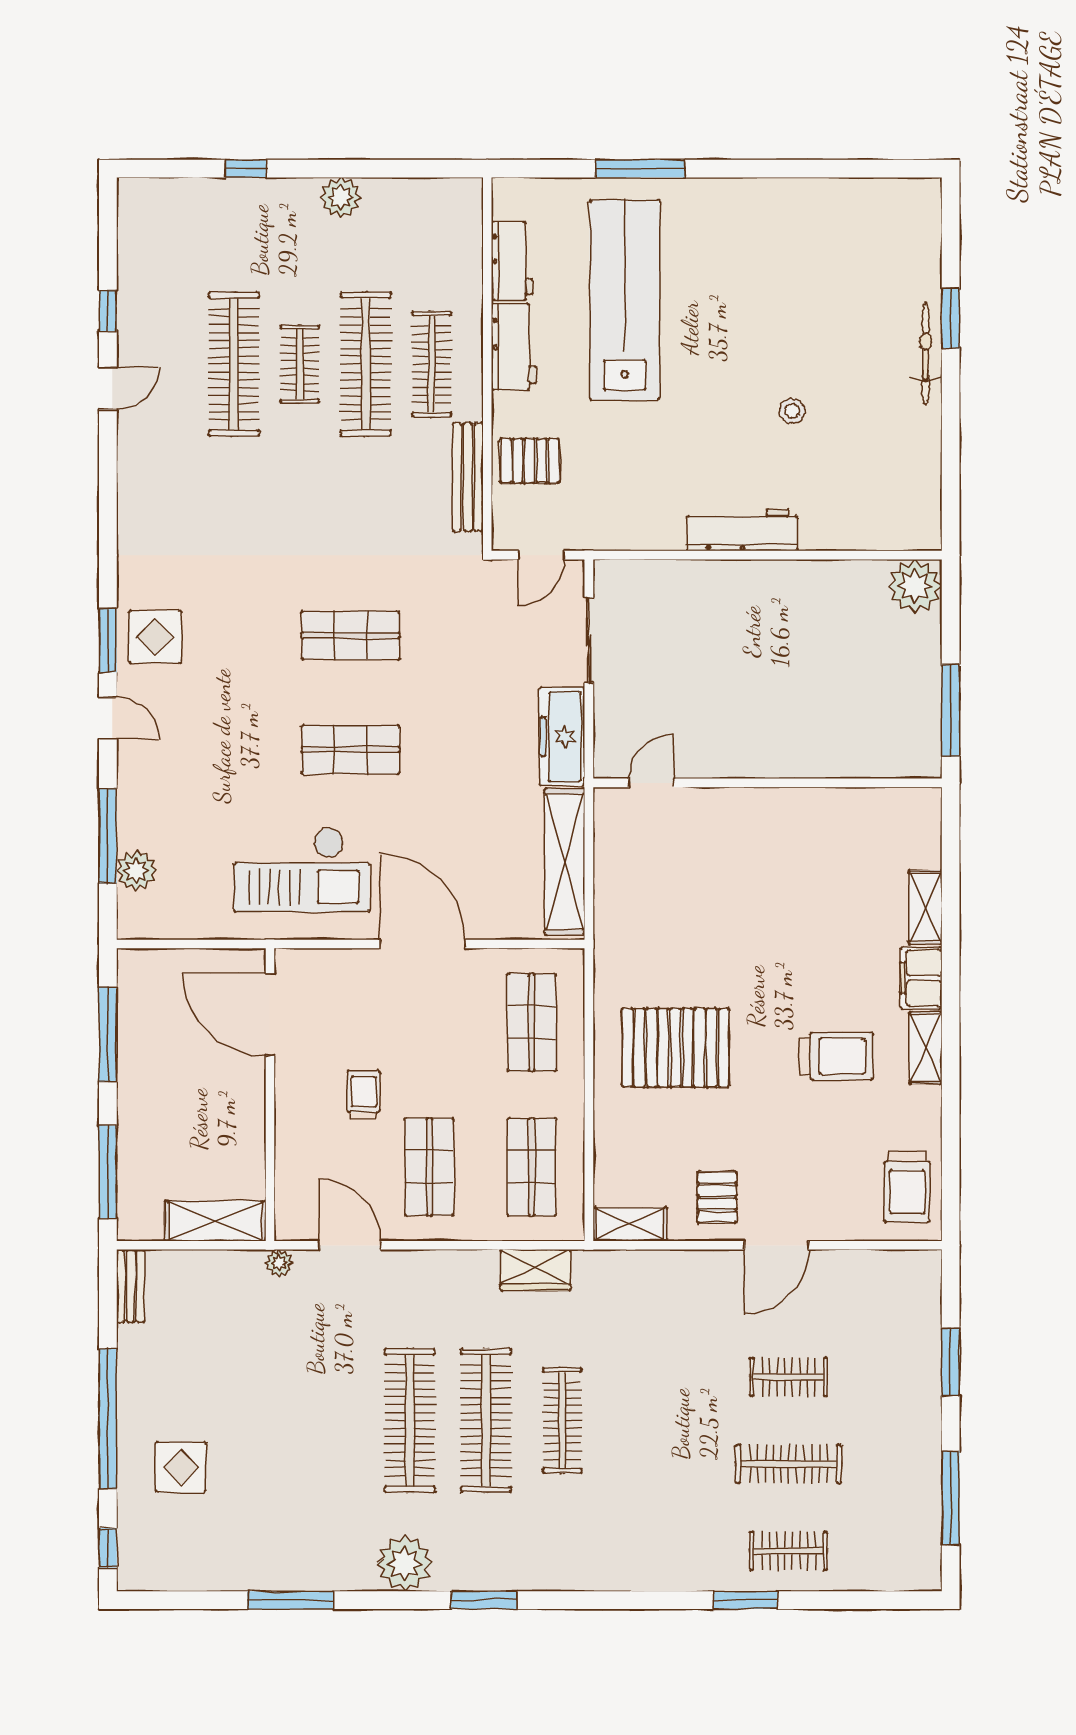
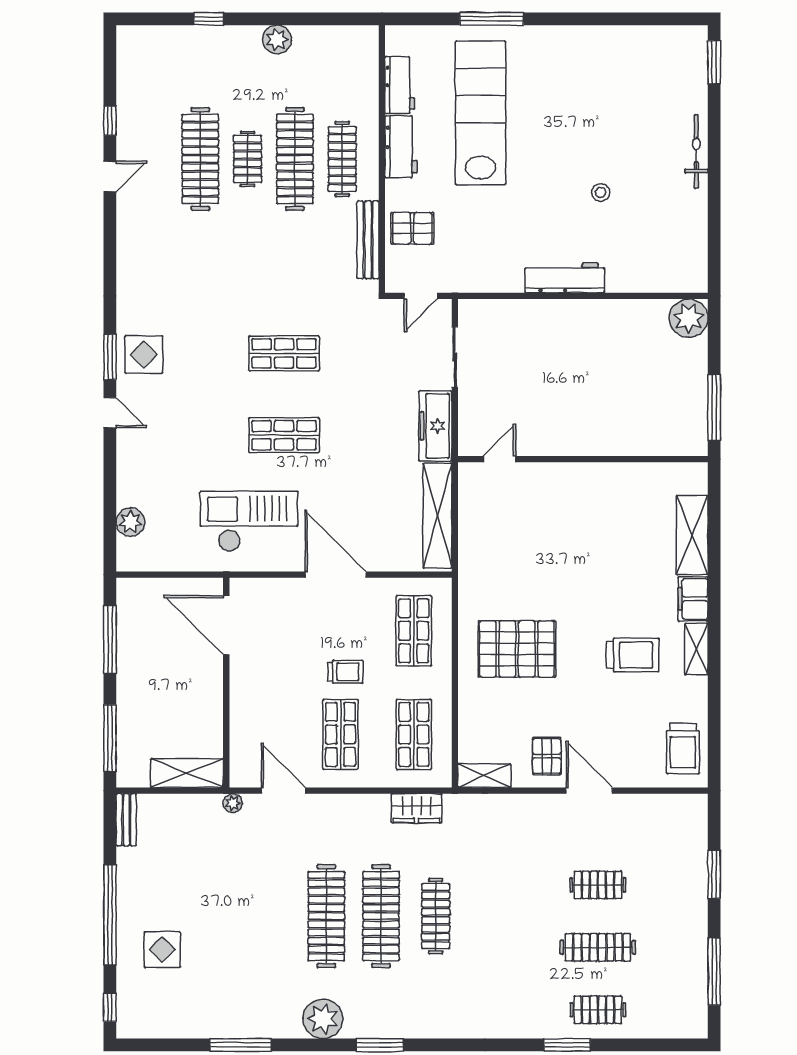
window: (951, 318) -> (714, 62), moved
window: (108, 836) -> (110, 497), removed
checkout: (302, 870) -> (249, 521), turned 180
shelving: (925, 907) -> (692, 535), width x1.50, depth x1.33
trolley: (364, 1095) -> (345, 672), moved, turned 90
door: (776, 1245) -> (589, 791), swing flipped

